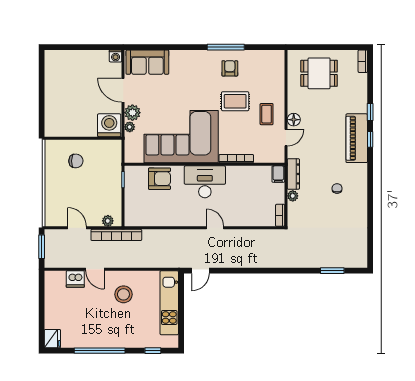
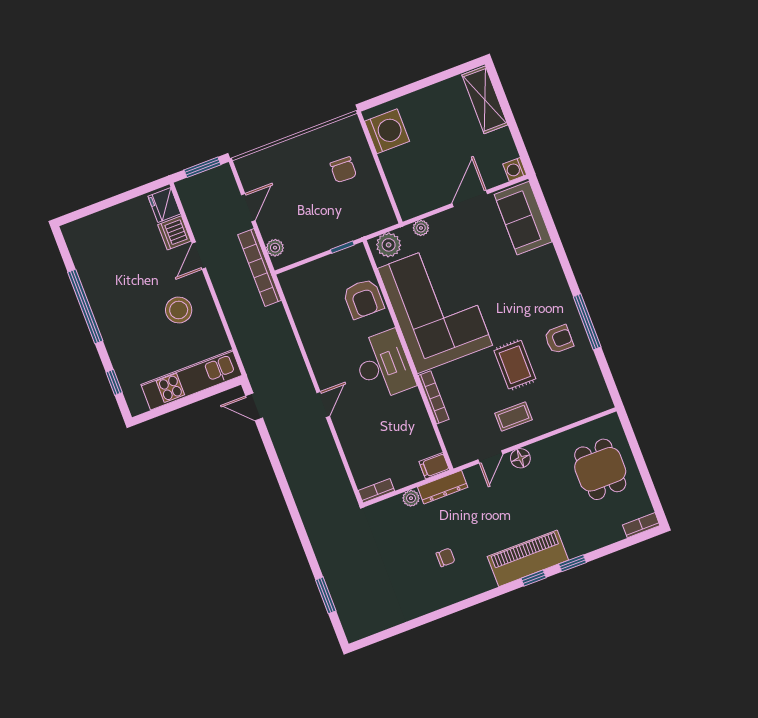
shelving: (66, 58) -> (485, 100), added
plant: (132, 113) -> (389, 245), moved
washing machine: (109, 125) -> (387, 131), moved
door: (286, 138) -> (490, 457), hinge flipped
fridge: (52, 339) -> (164, 205), moved, turned 90

